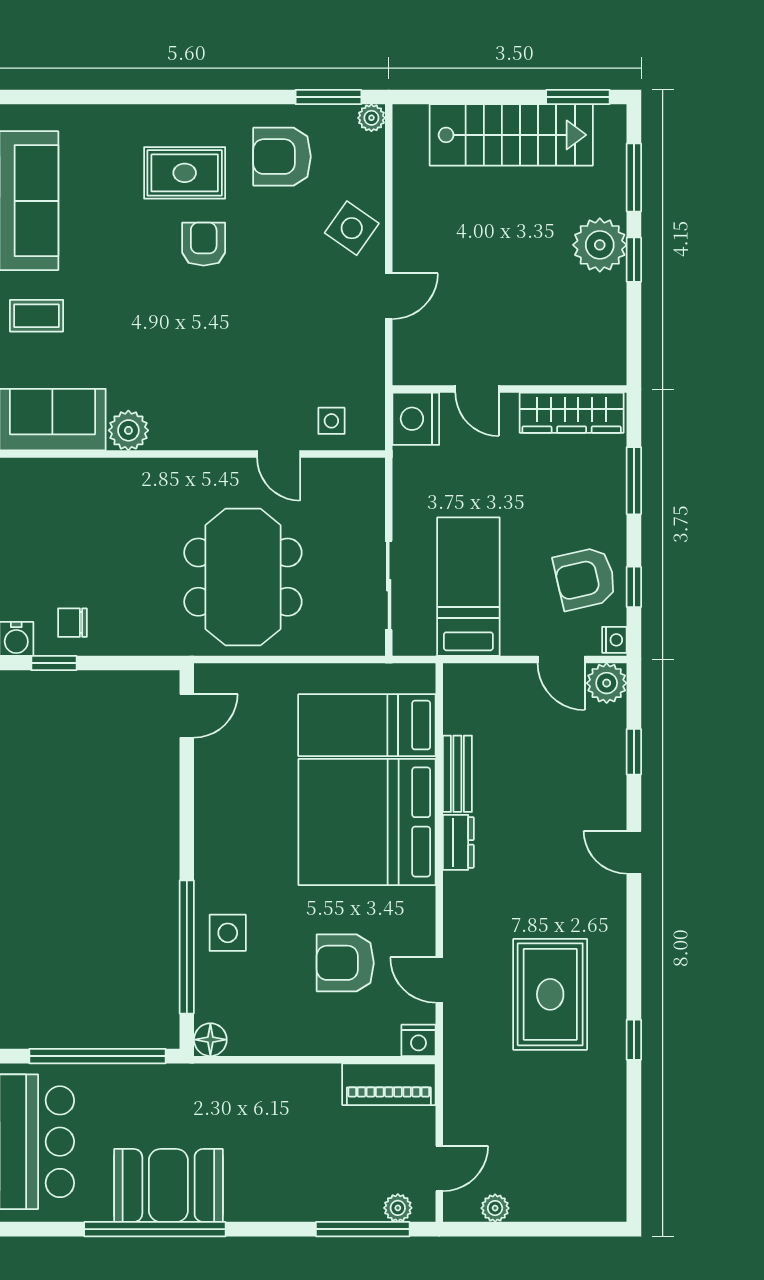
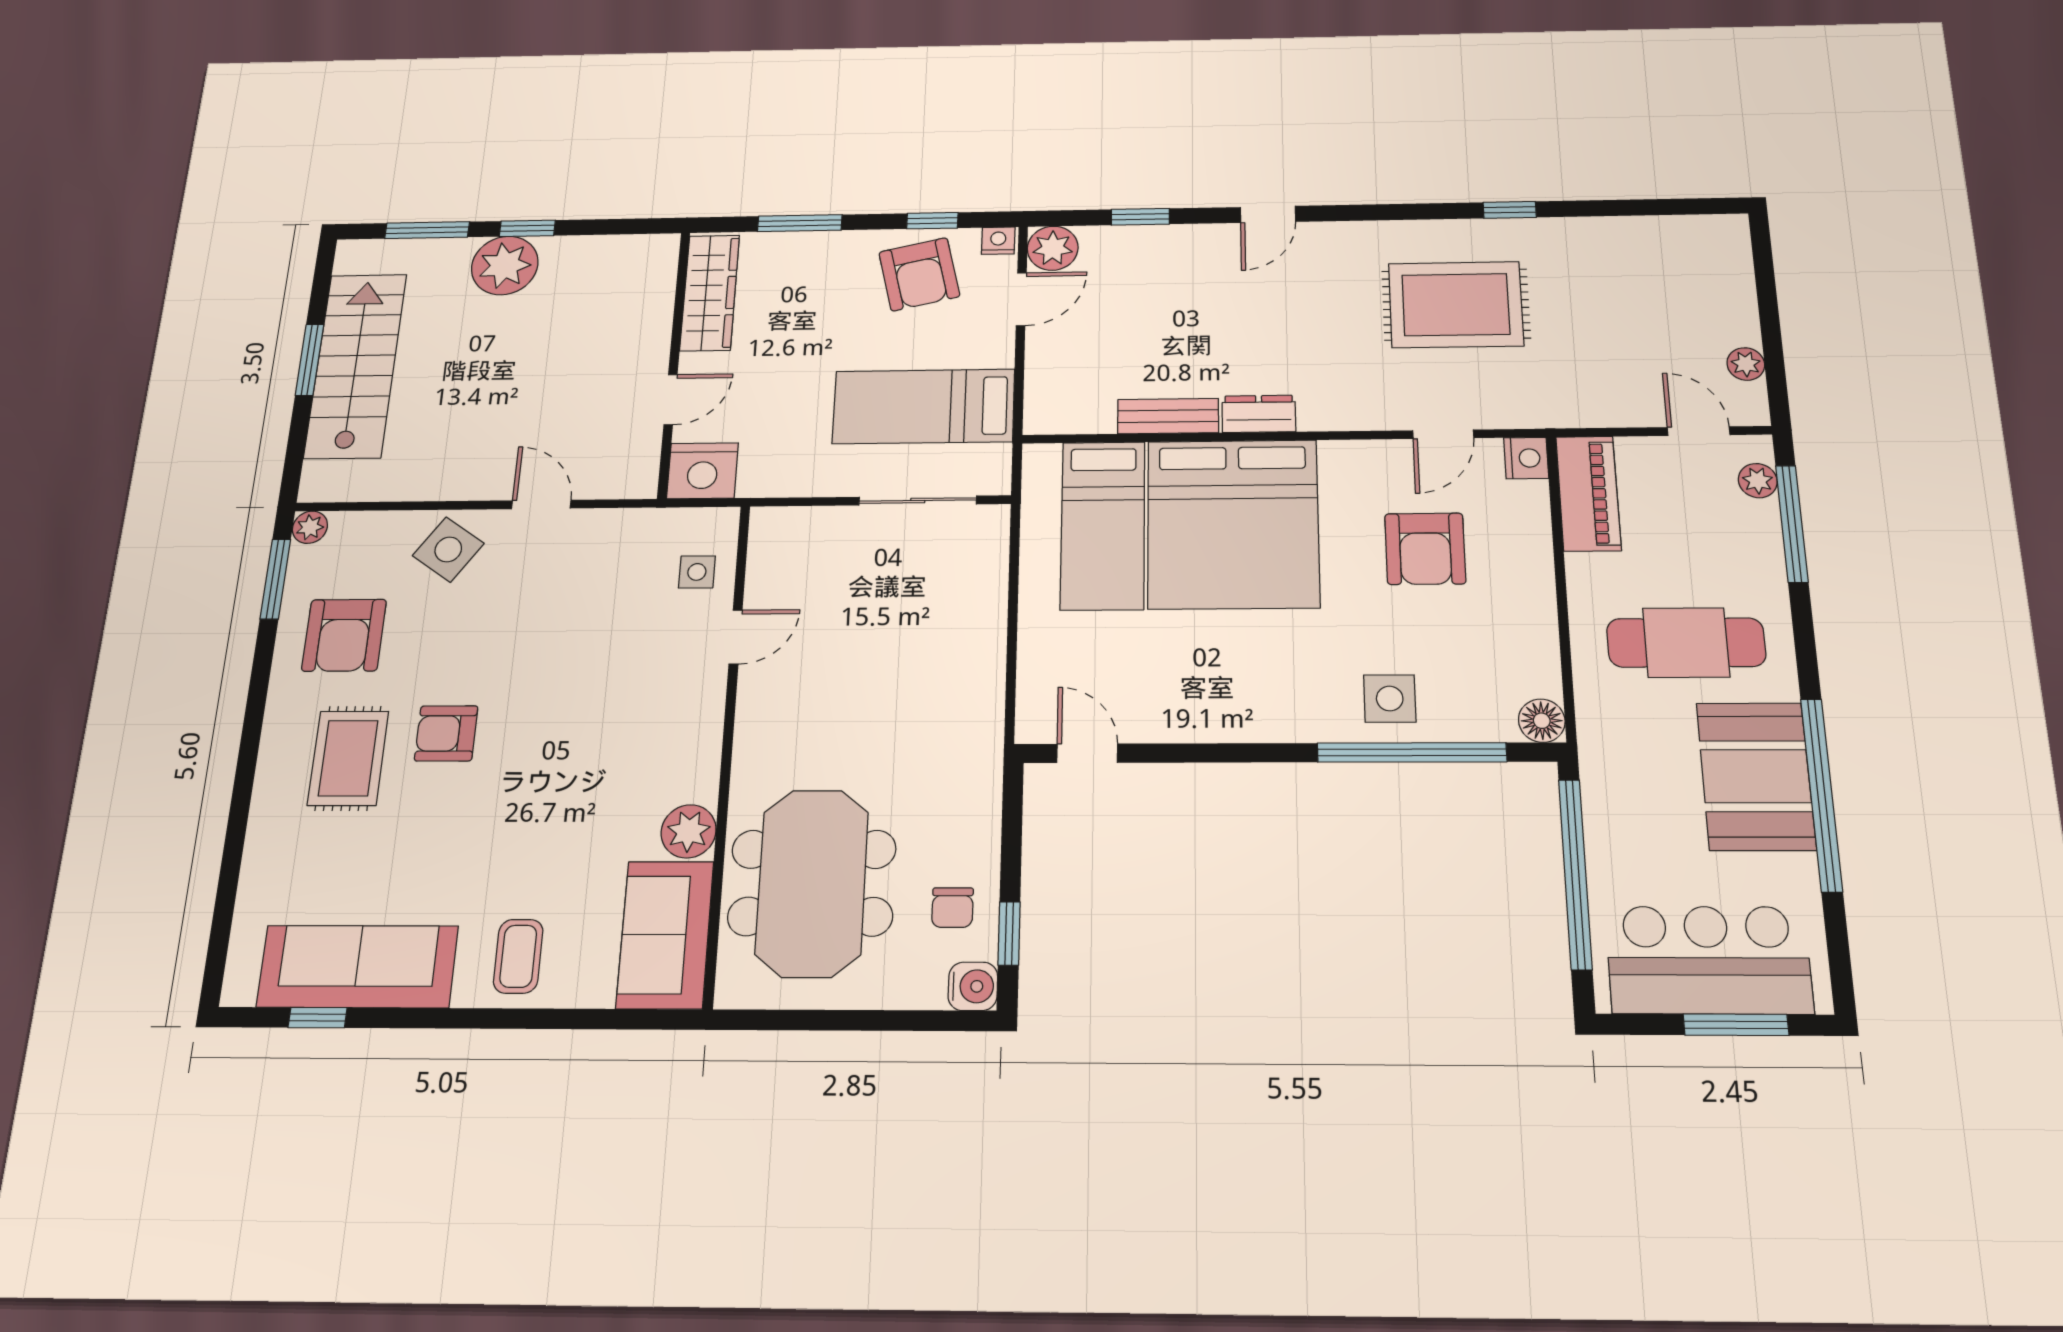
window: (578, 97) -> (310, 360), moved
meeting table: (243, 577) -> (812, 883), moved, turned 90
cafe table: (270, 1146) -> (1686, 643), added

